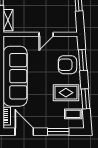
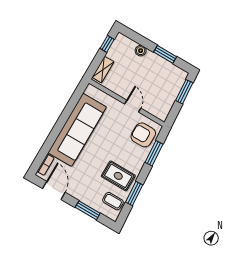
door: (46, 34) -> (133, 106), swing flipped
armchair: (67, 65) -> (143, 135), moved

